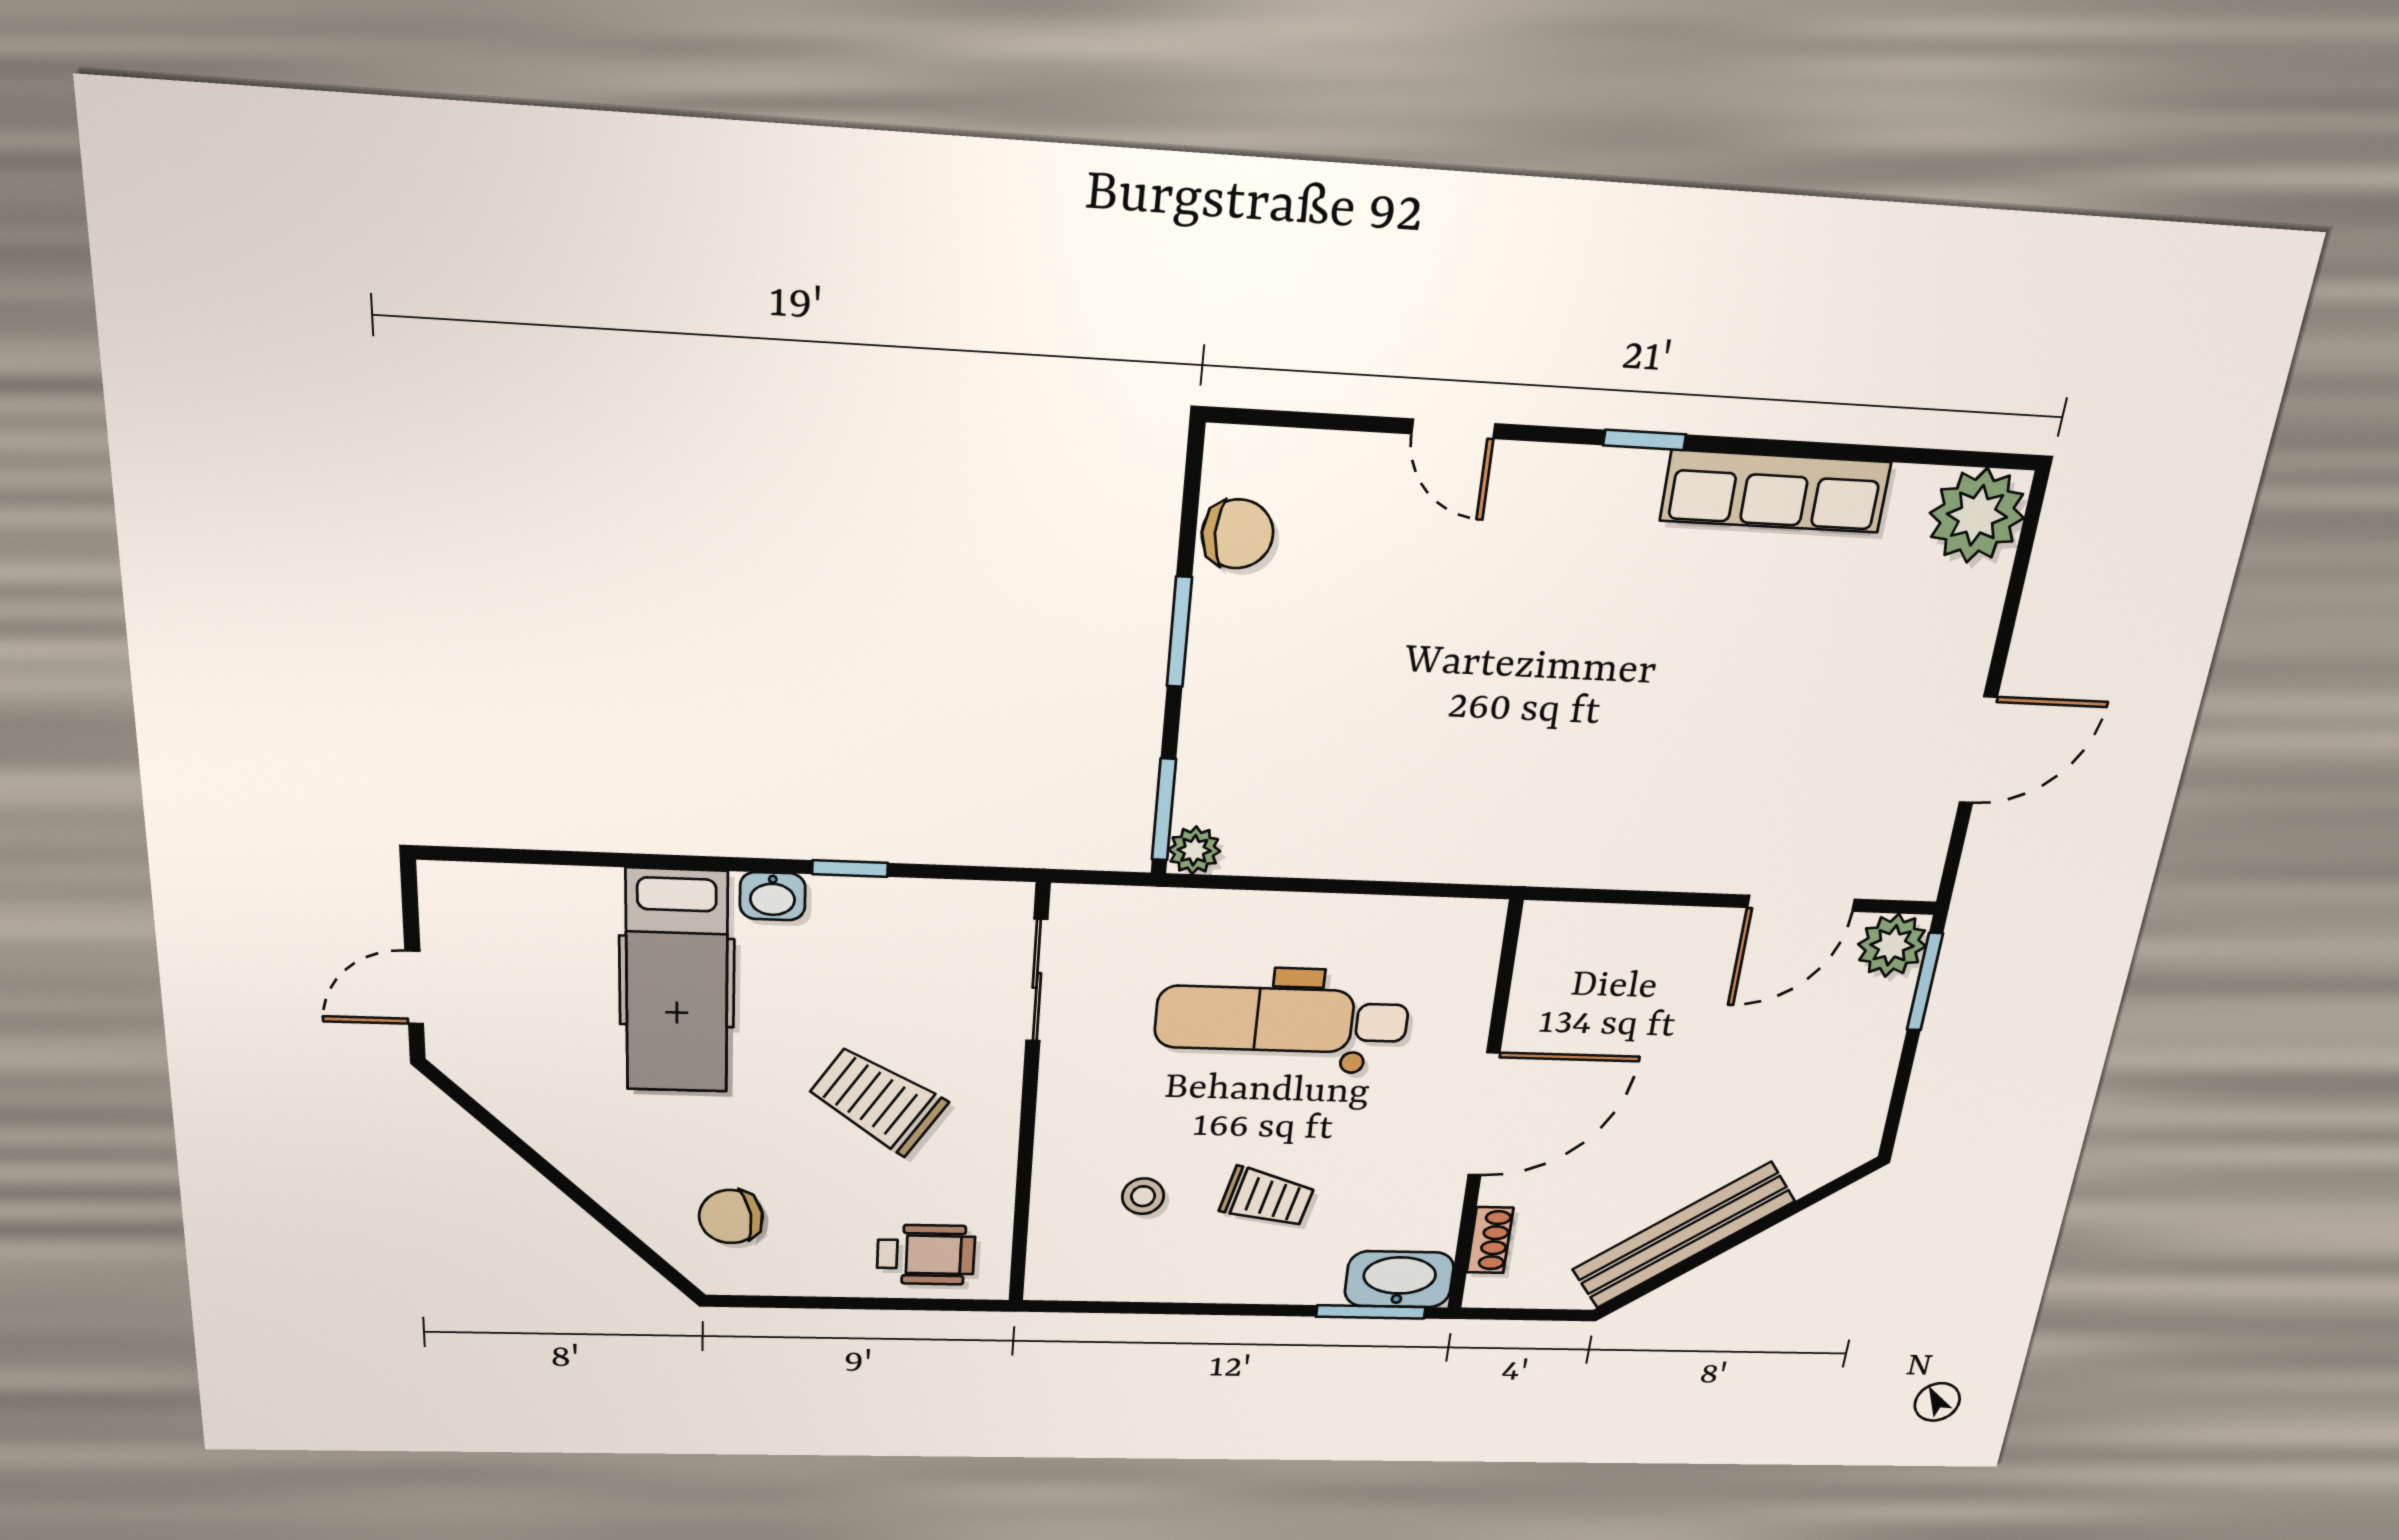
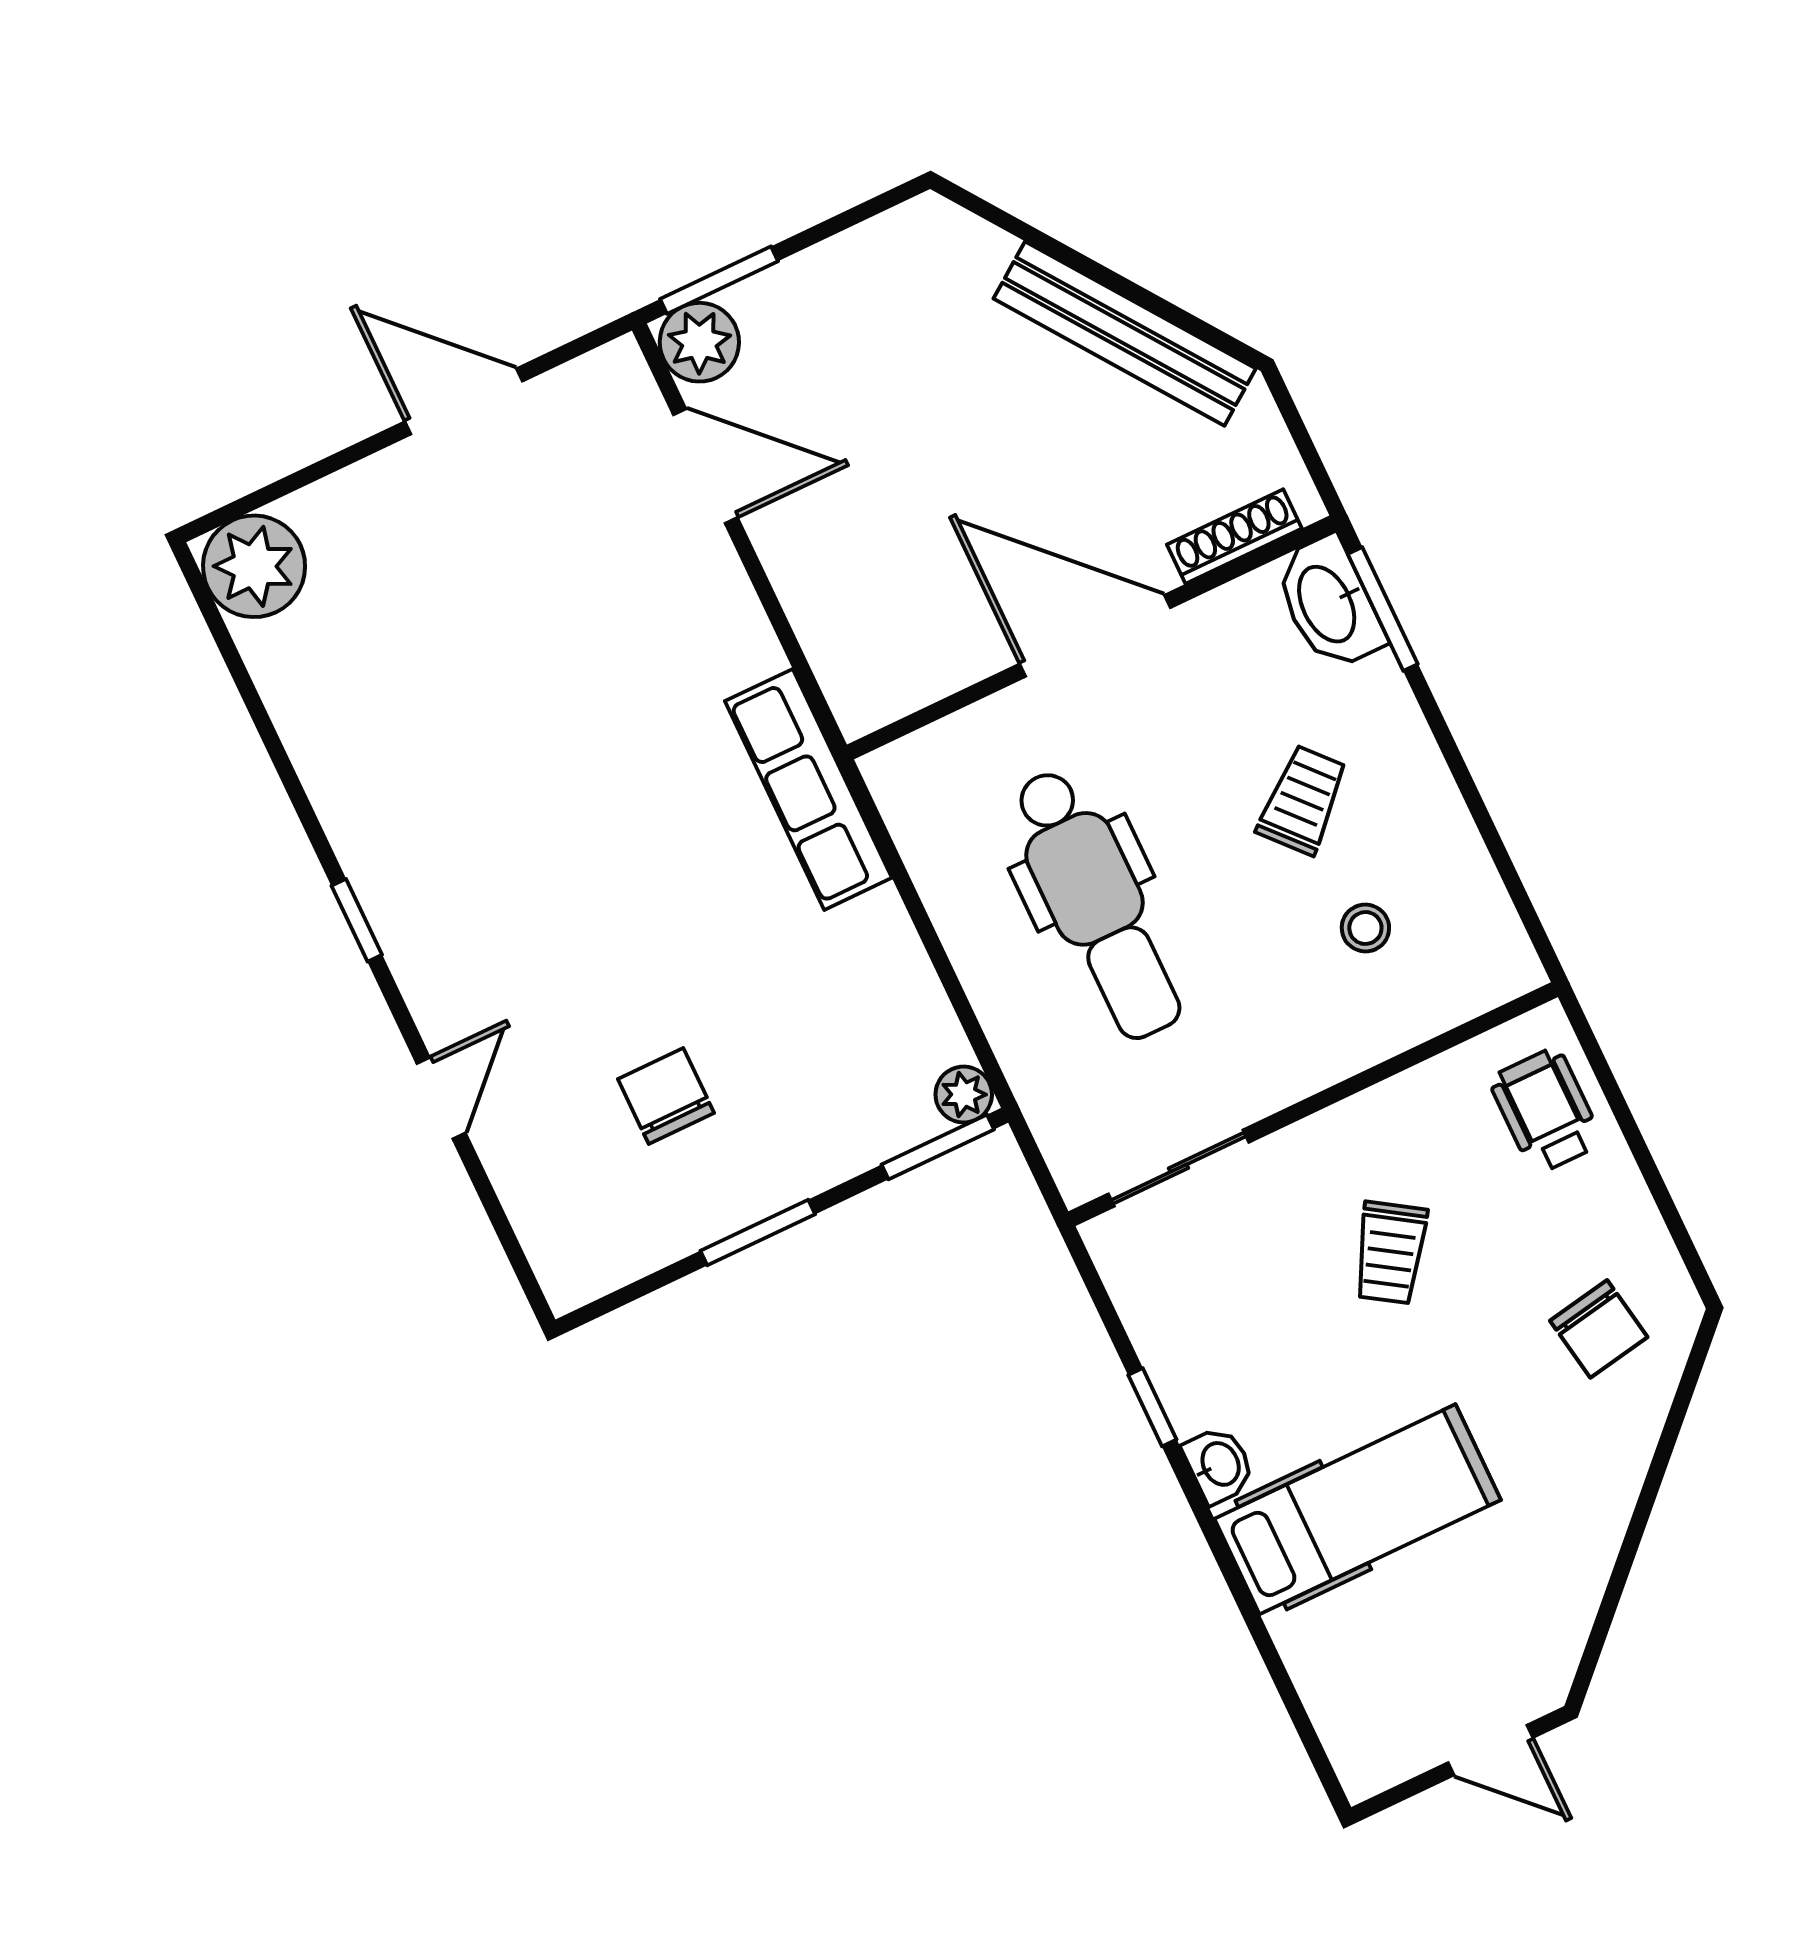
row of seats: (1775, 491) -> (808, 789), moved, turned 180
chair: (1238, 534) -> (666, 1096), moved
trolley: (877, 1100) -> (1390, 1253), width x0.73, depth x0.72
trolley: (1267, 1198) -> (1303, 800), turned 34
shoe rack: (1490, 1240) -> (1234, 536), width x1.43

